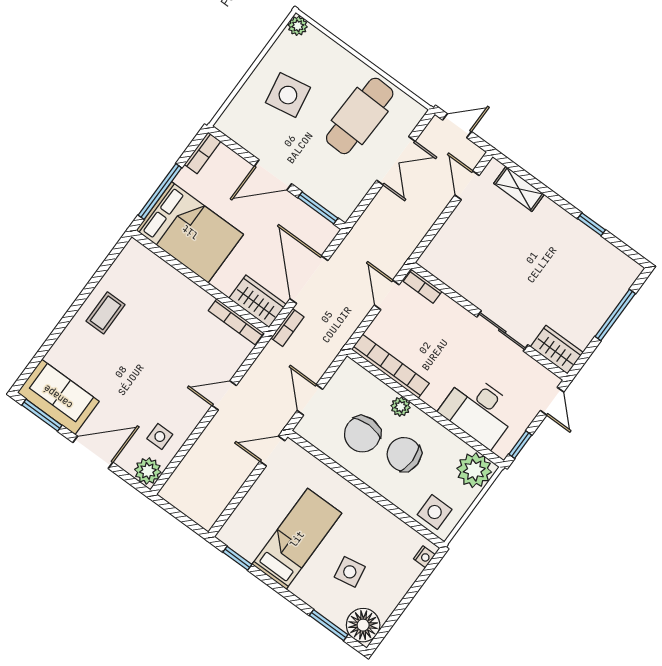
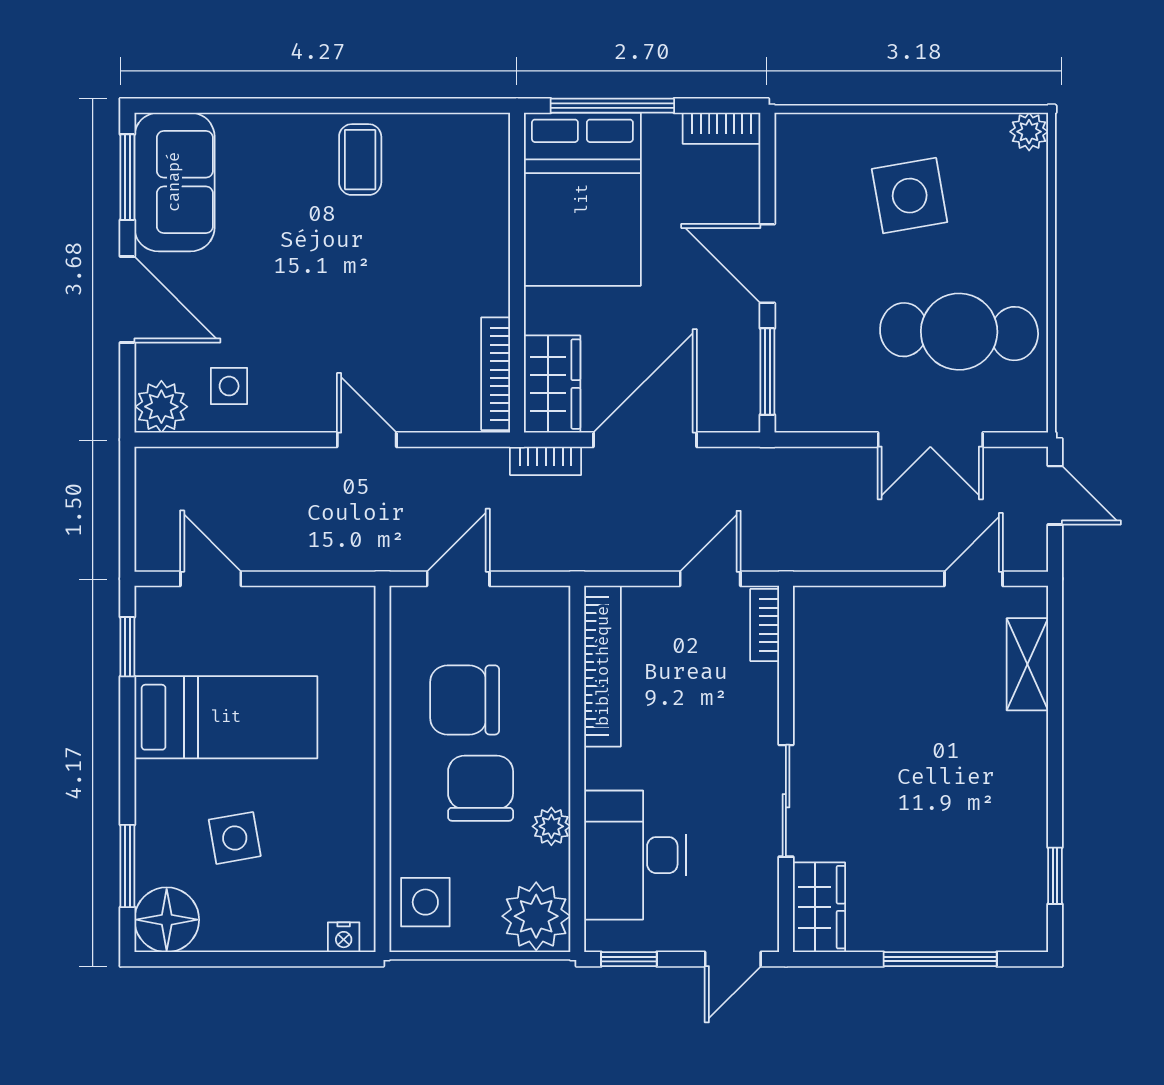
window: (591, 224) -> (1055, 876), moved
coffee table: (105, 313) -> (360, 160), turned 90
plant: (401, 407) -> (551, 826), moved
door: (272, 451) -> (211, 579), moved

